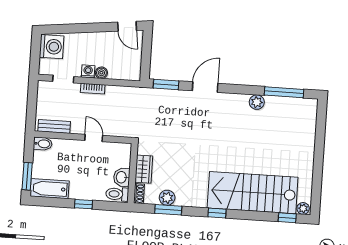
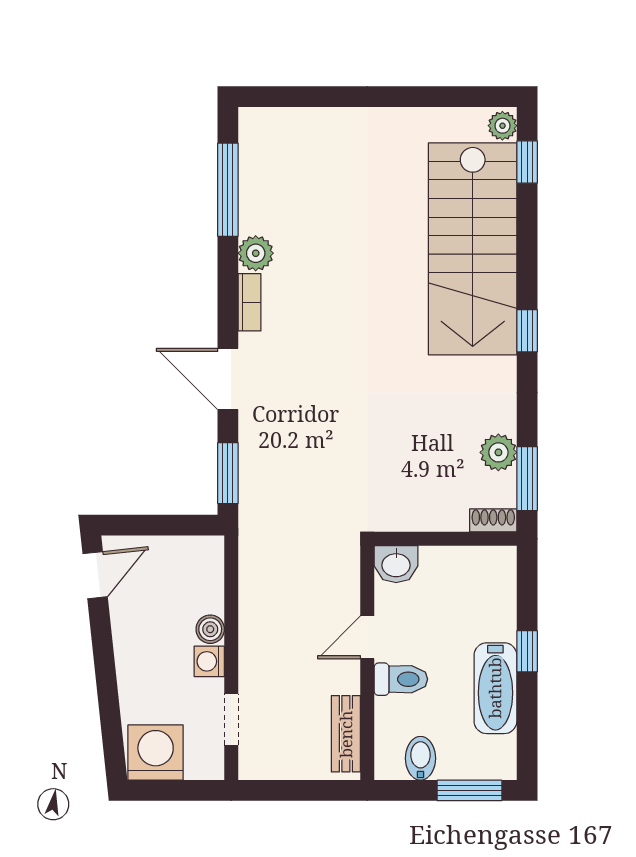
bookcase: (93, 89) -> (249, 302), moved
bidet: (43, 144) -> (421, 758), moved
wardrobe: (144, 169) -> (434, 513), removed
washbasin: (122, 177) -> (396, 564), moved
bathtub: (50, 189) -> (495, 688), moved
toilet: (117, 194) -> (401, 679), moved, turned -90
window: (168, 210) -> (527, 479), moved

